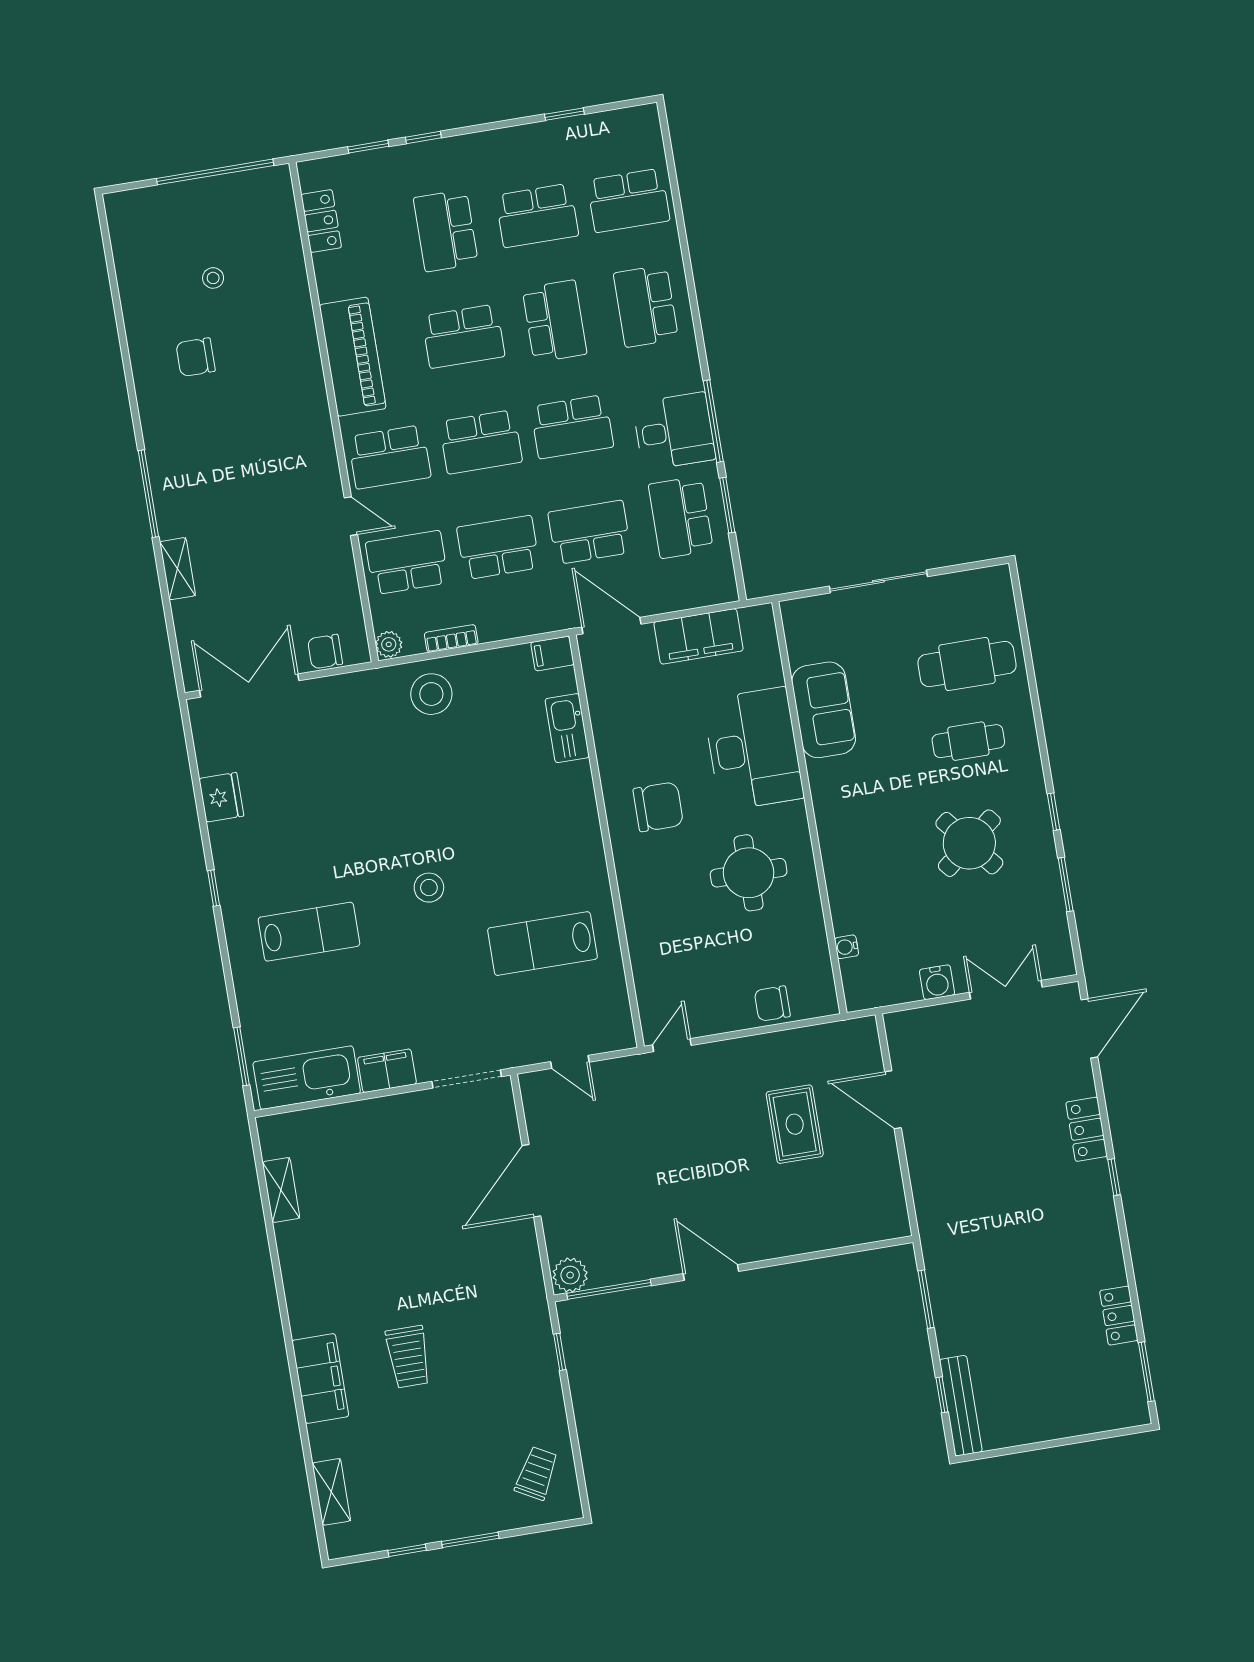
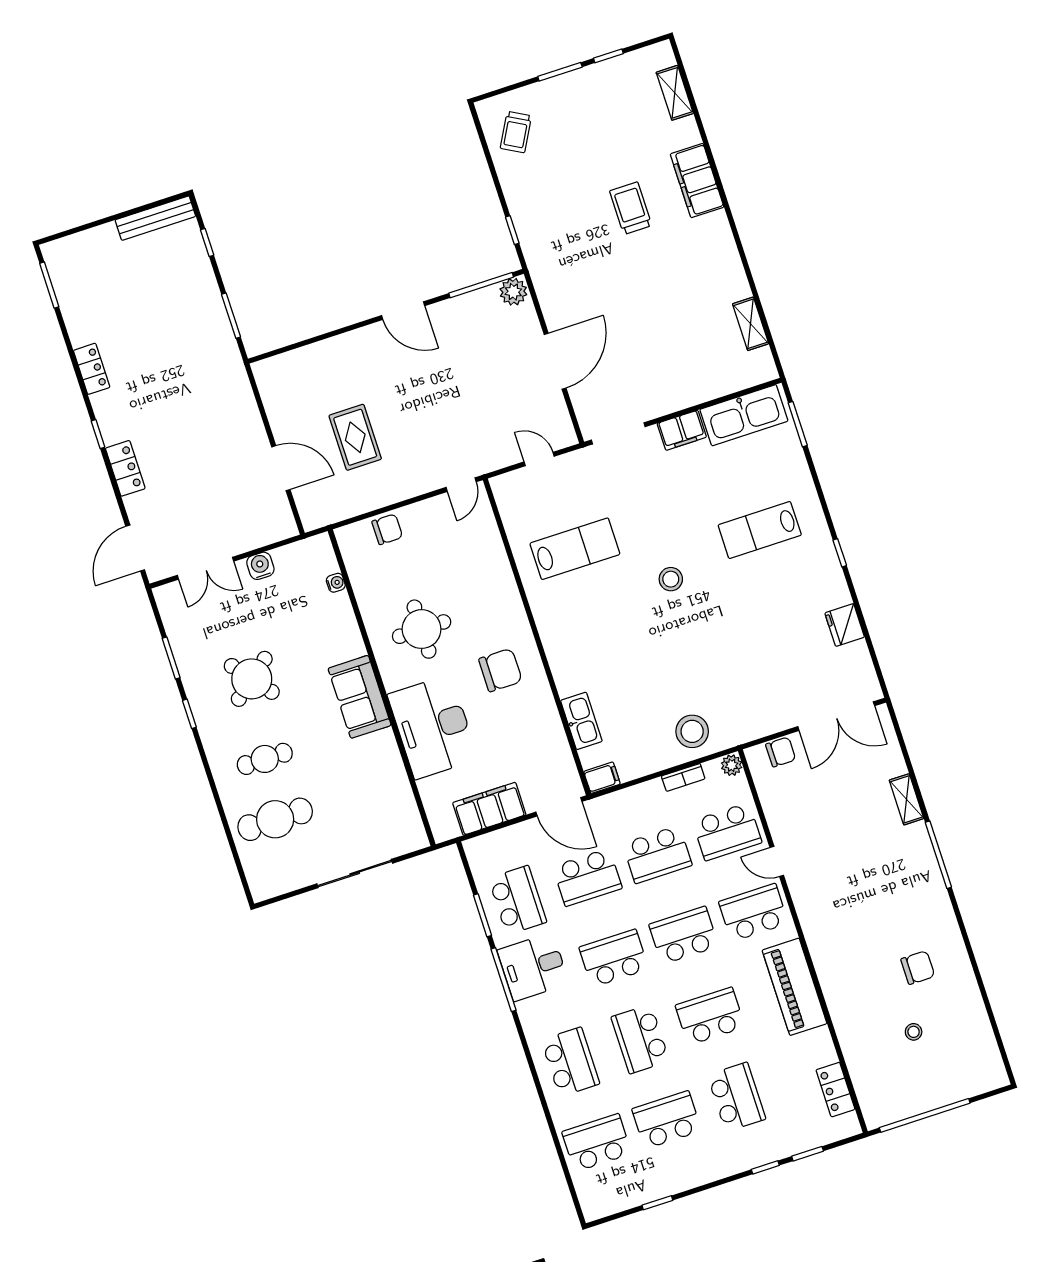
sofa: (824, 710) -> (360, 697), moved
chair: (658, 807) -> (500, 670), turned 180
locker: (1119, 1316) -> (92, 369), moved
bench: (961, 1406) -> (155, 218), moved, turned 90

